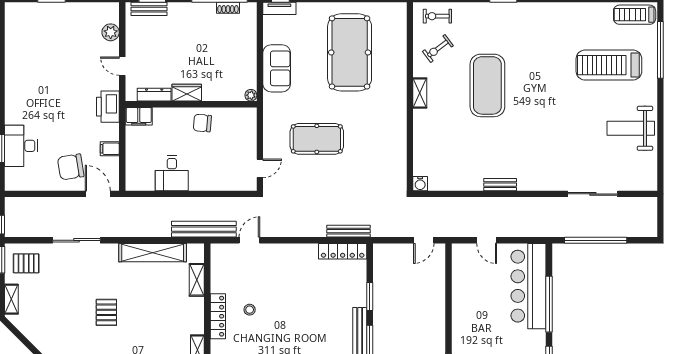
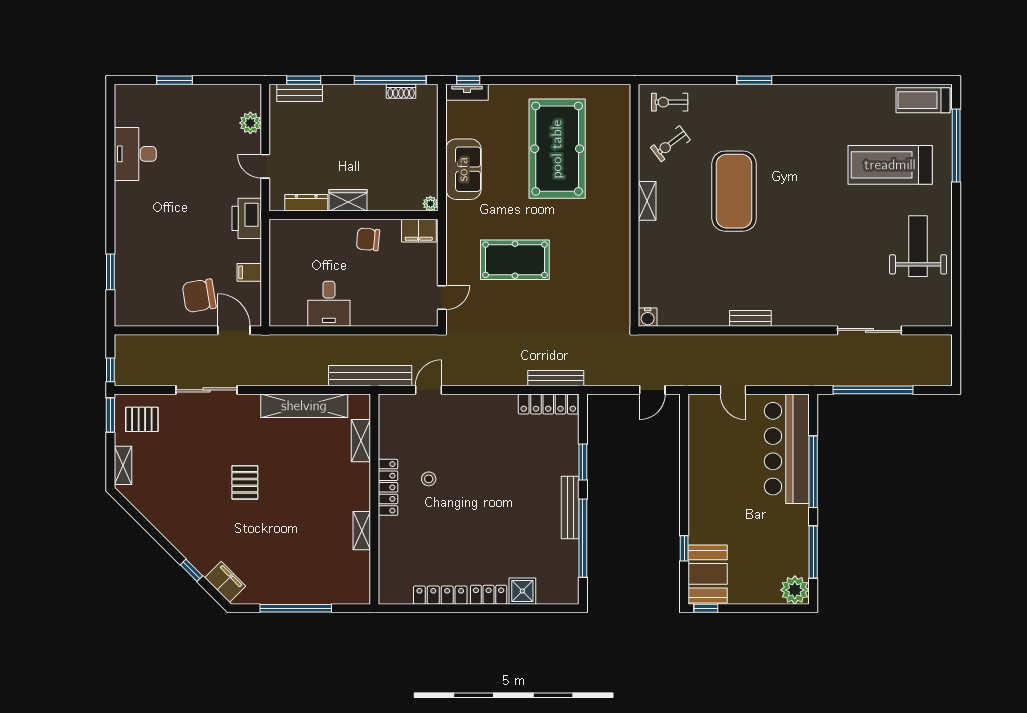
filing cabinet: (139, 116) -> (419, 231), moved
weight bench: (631, 128) -> (918, 246), turned 90
desk: (21, 146) -> (135, 154), moved

